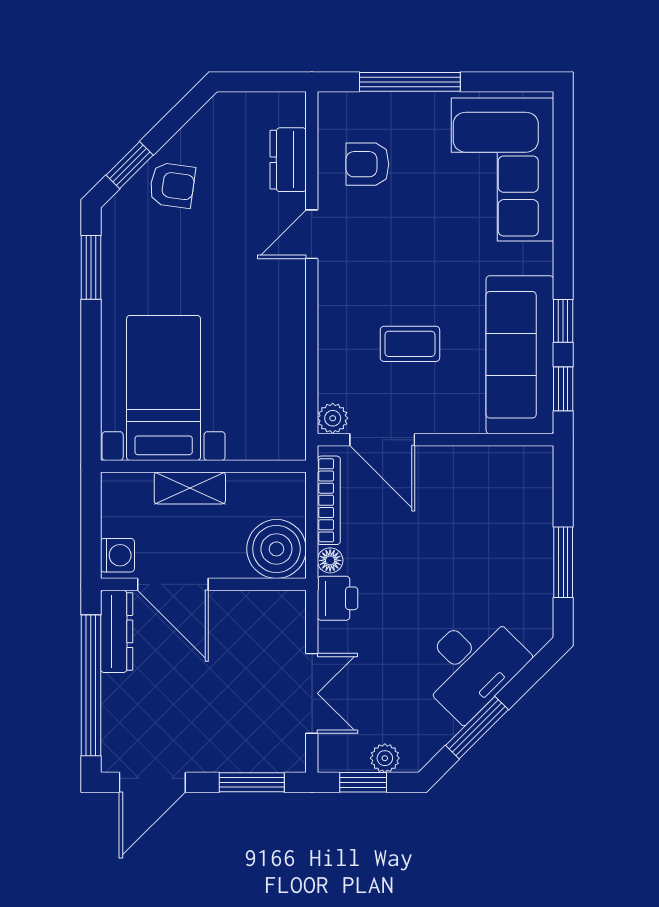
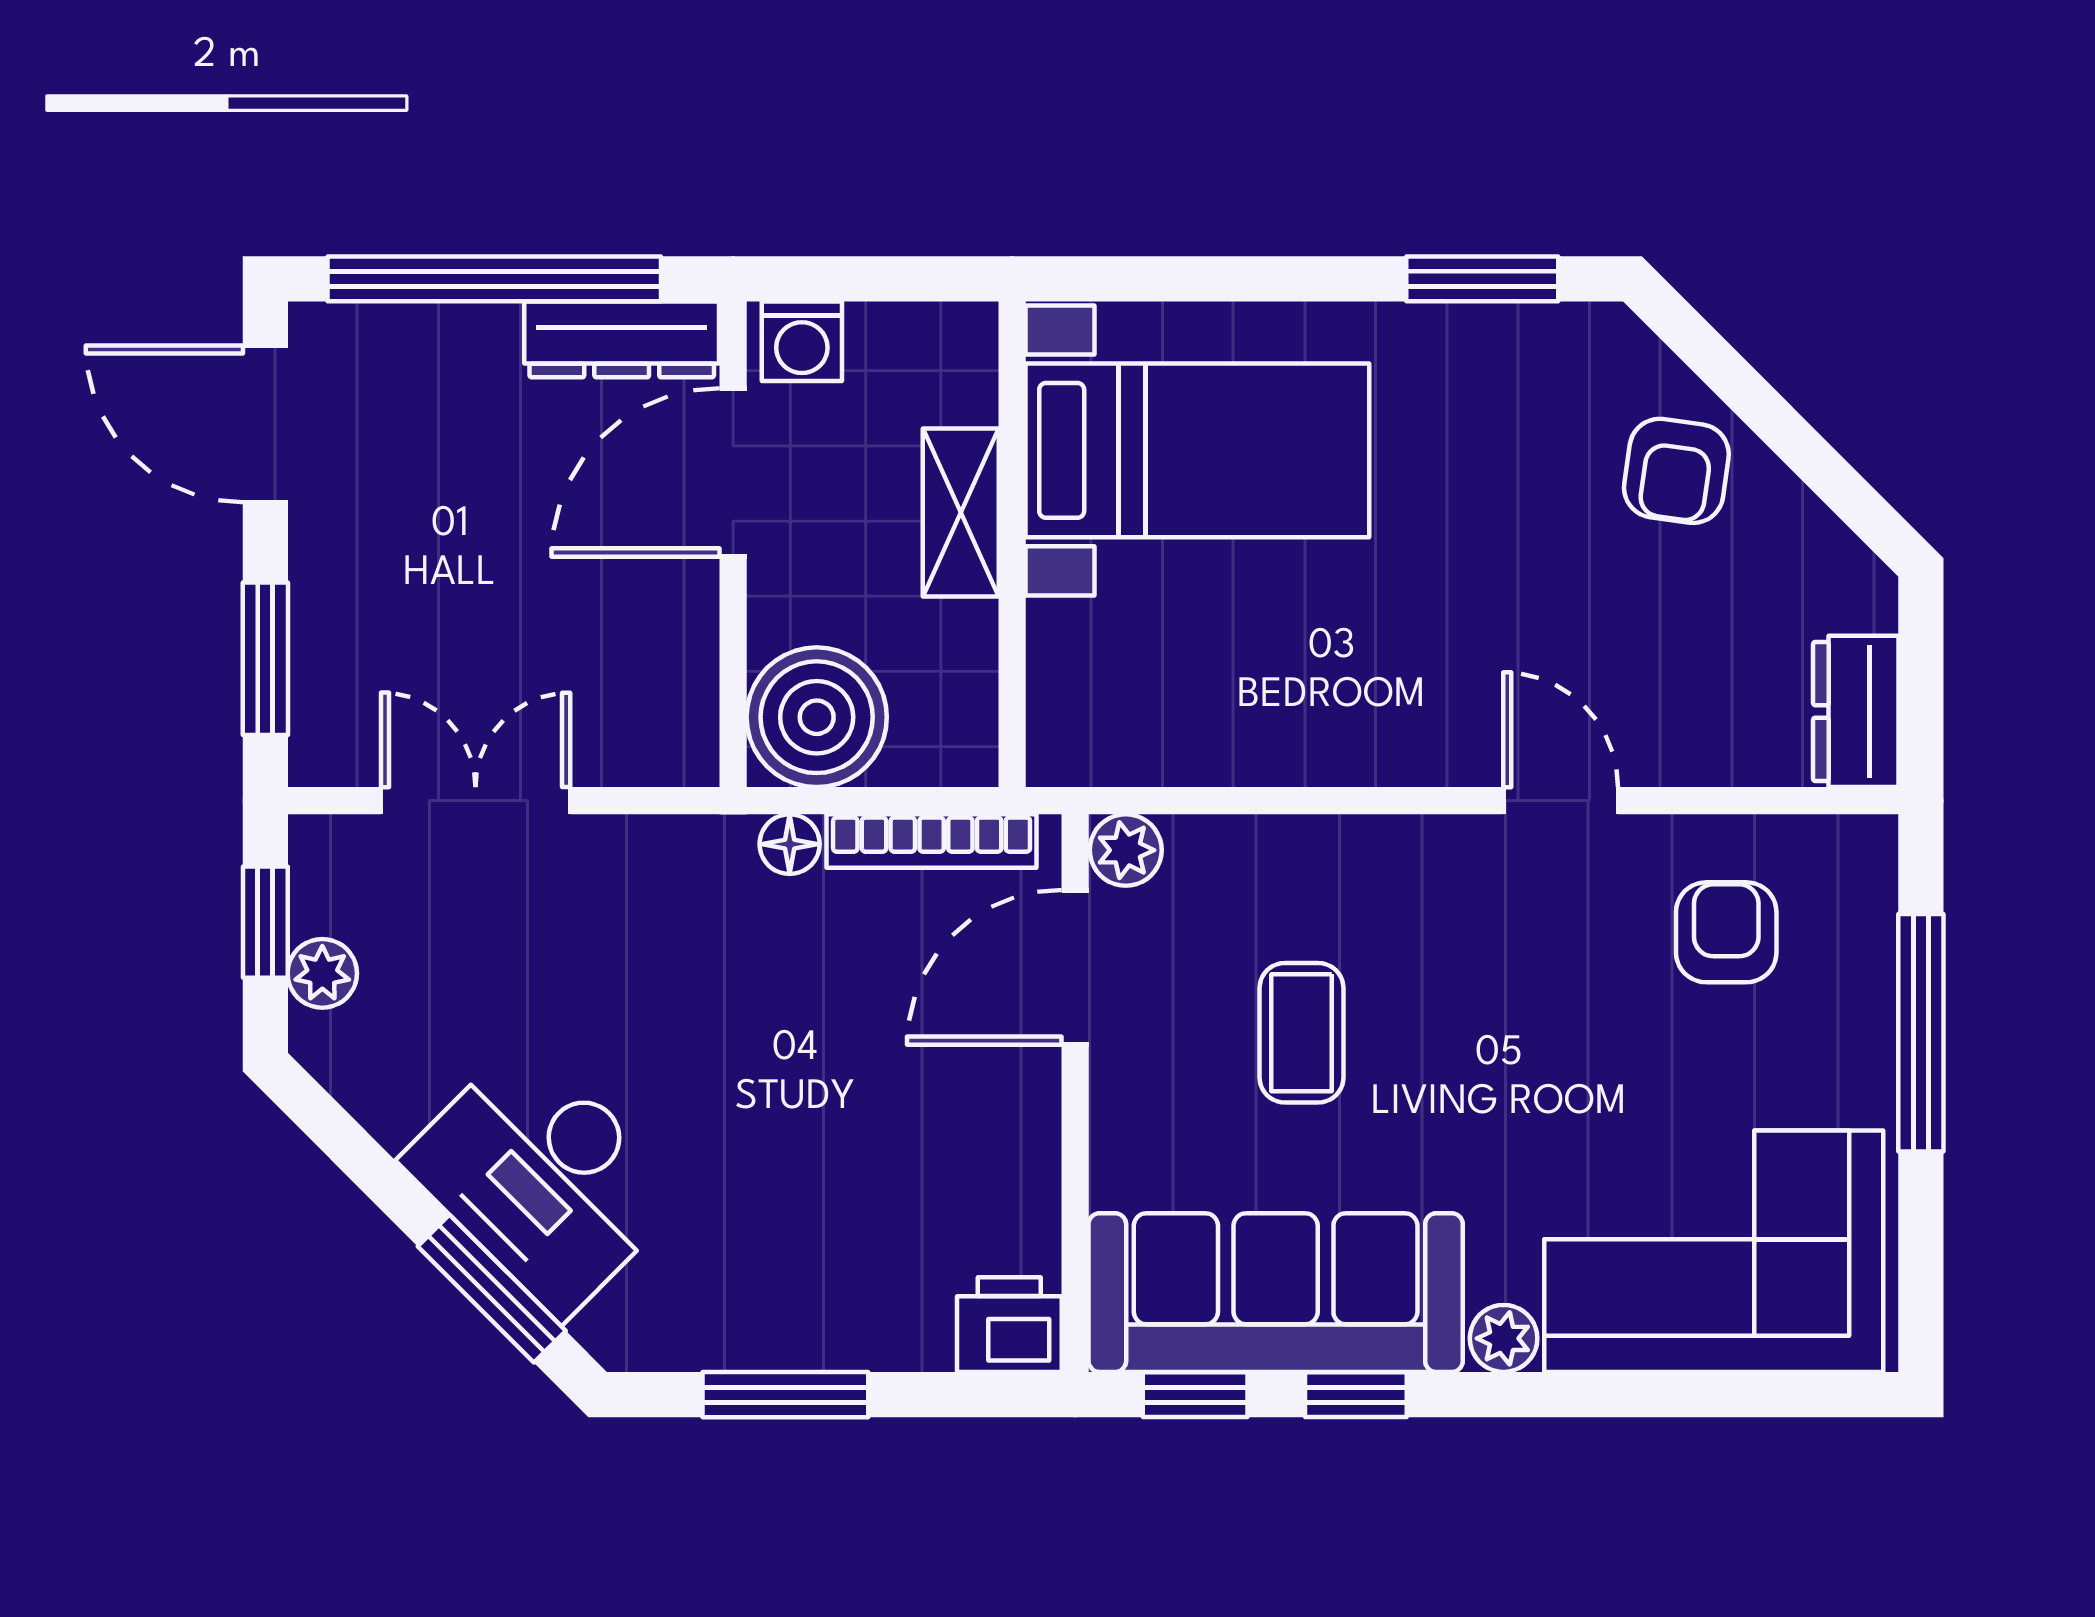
dresser: (288, 160) -> (1856, 711), moved, turned -90
window: (130, 165) -> (1724, 370), removed
plant: (539, 258) -> (1504, 1338), added
printer: (338, 598) -> (1009, 1325), moved, turned 180
double door: (312, 693) -> (476, 801), swing flipped
window: (477, 728) -> (492, 1289), moved

